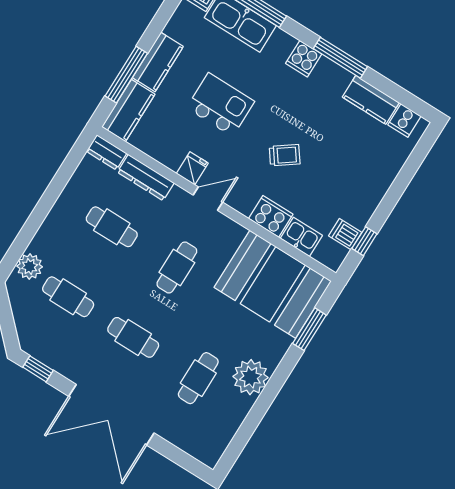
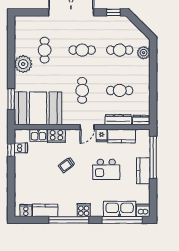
window: (340, 58) -> (69, 220), width x1.46
window: (126, 75) -> (153, 157), width x1.46
kitchen counter: (128, 111) -> (121, 136), moved, turned -90

